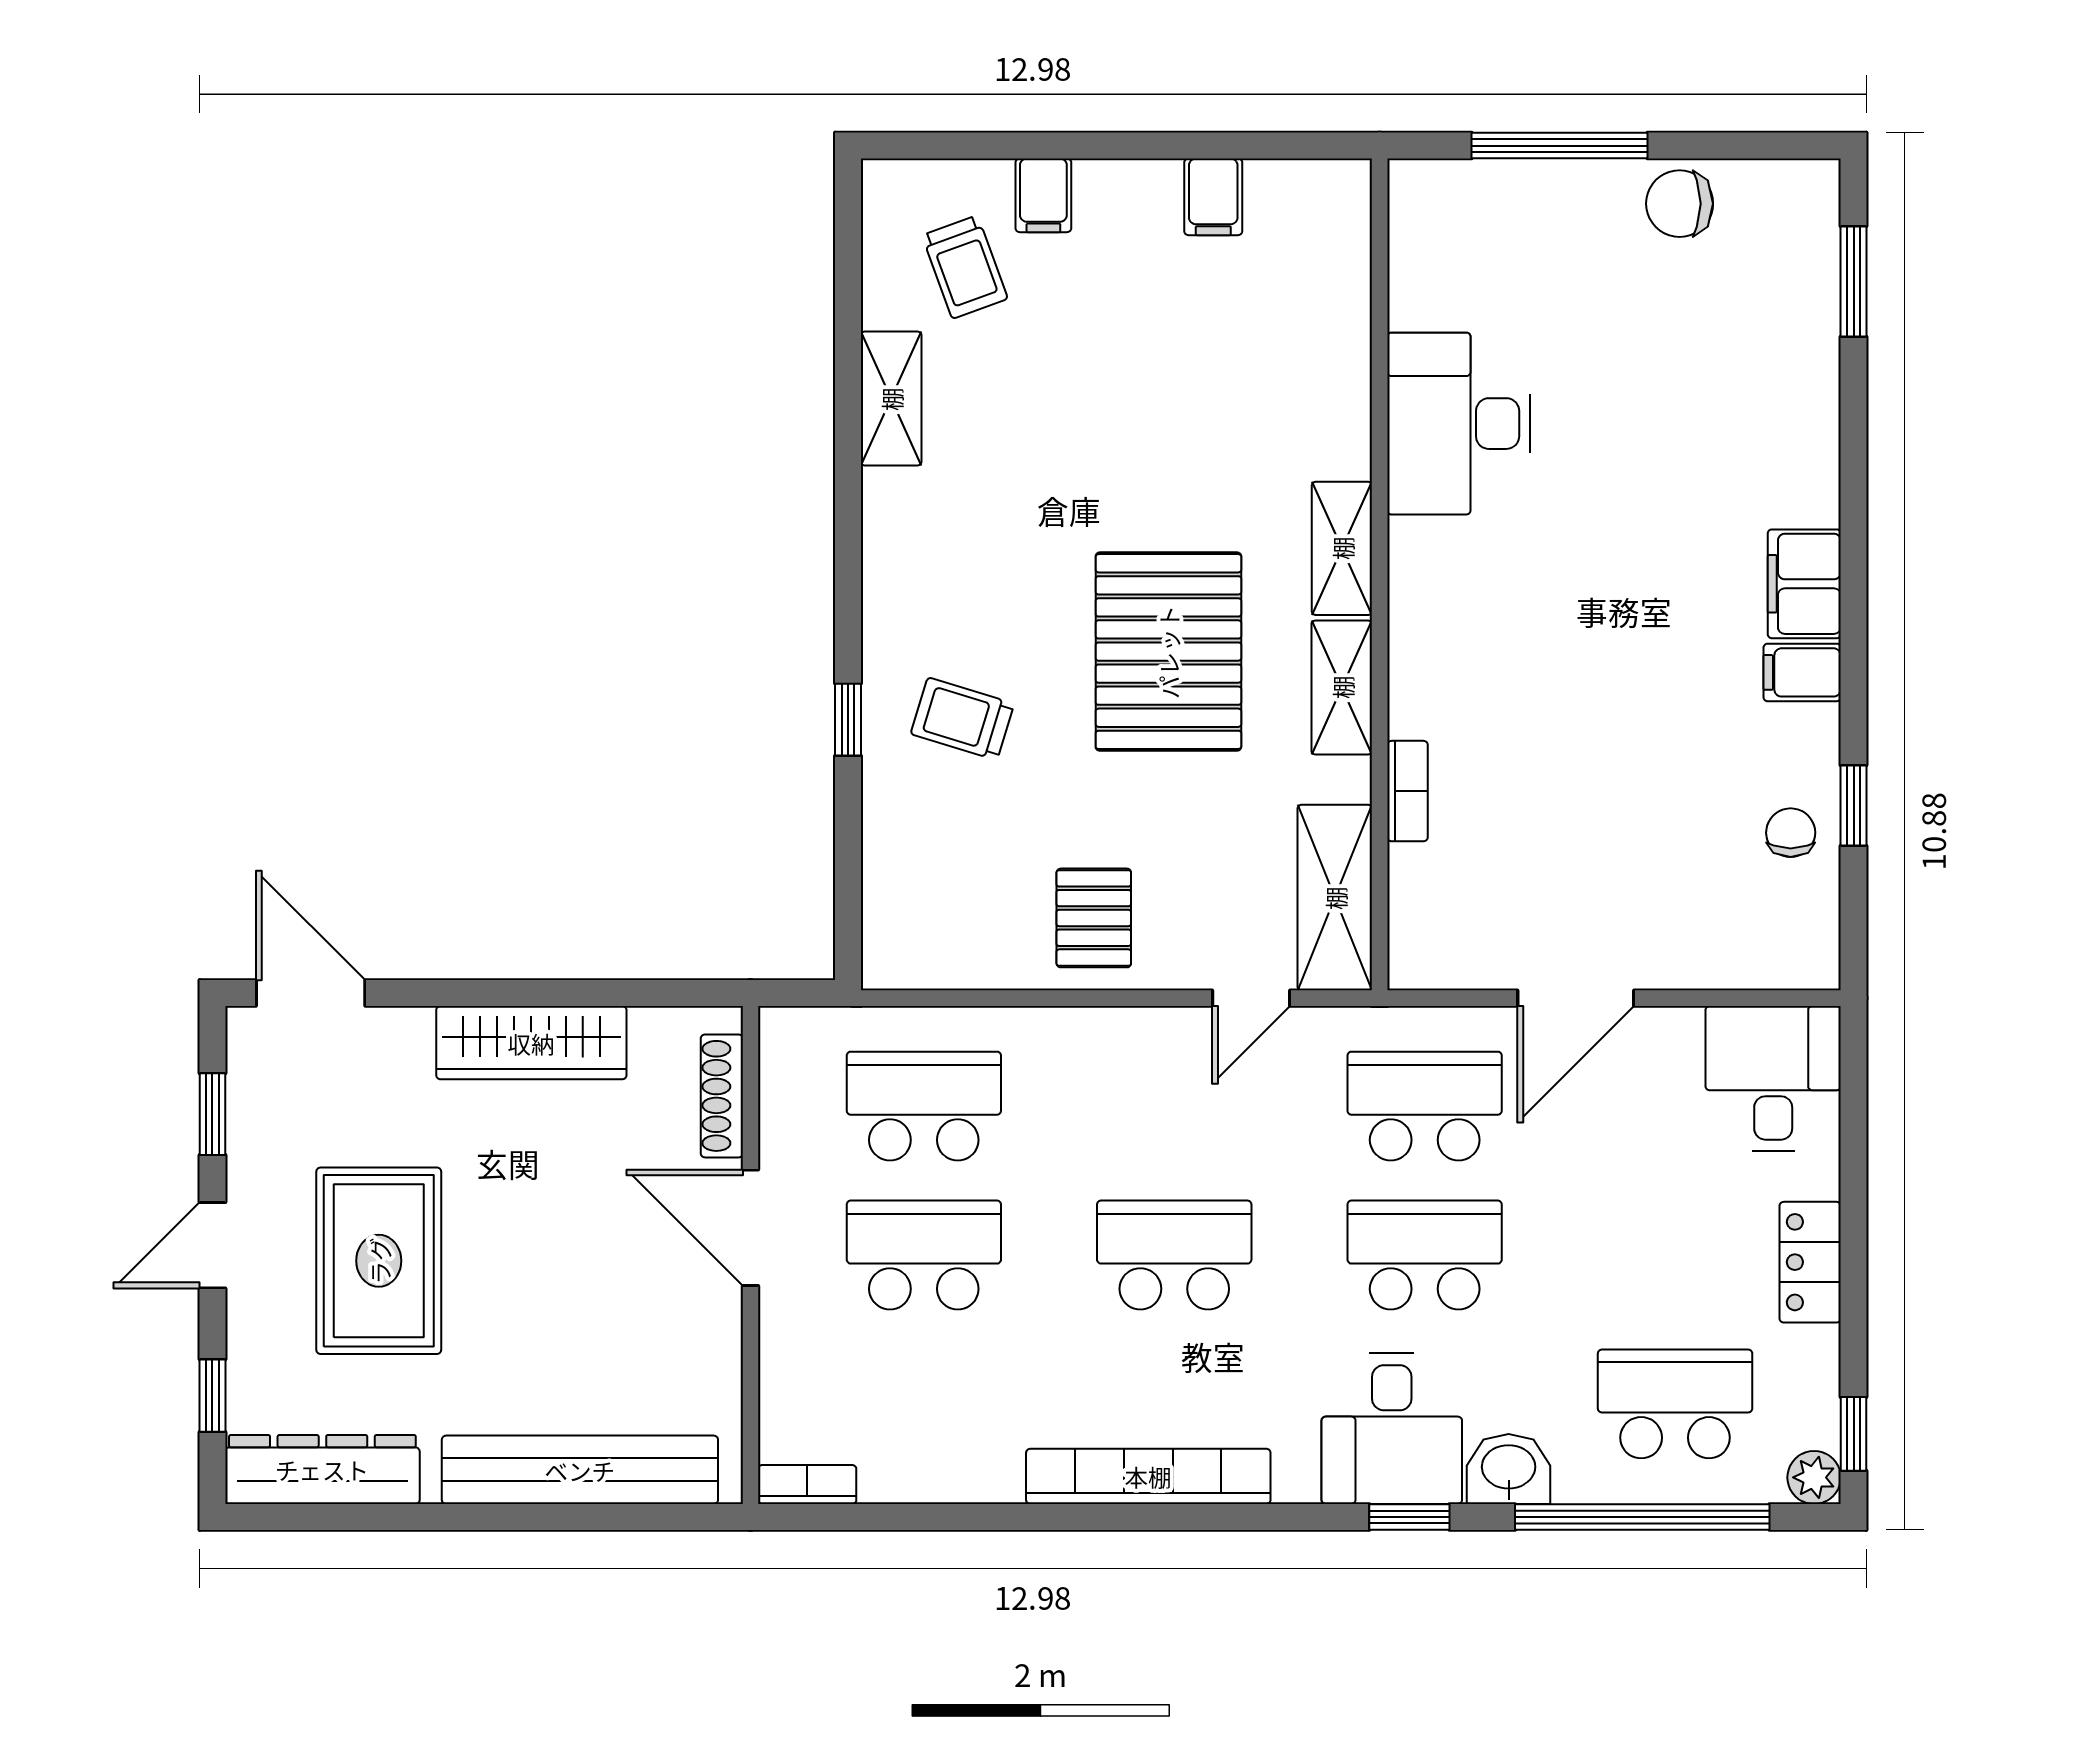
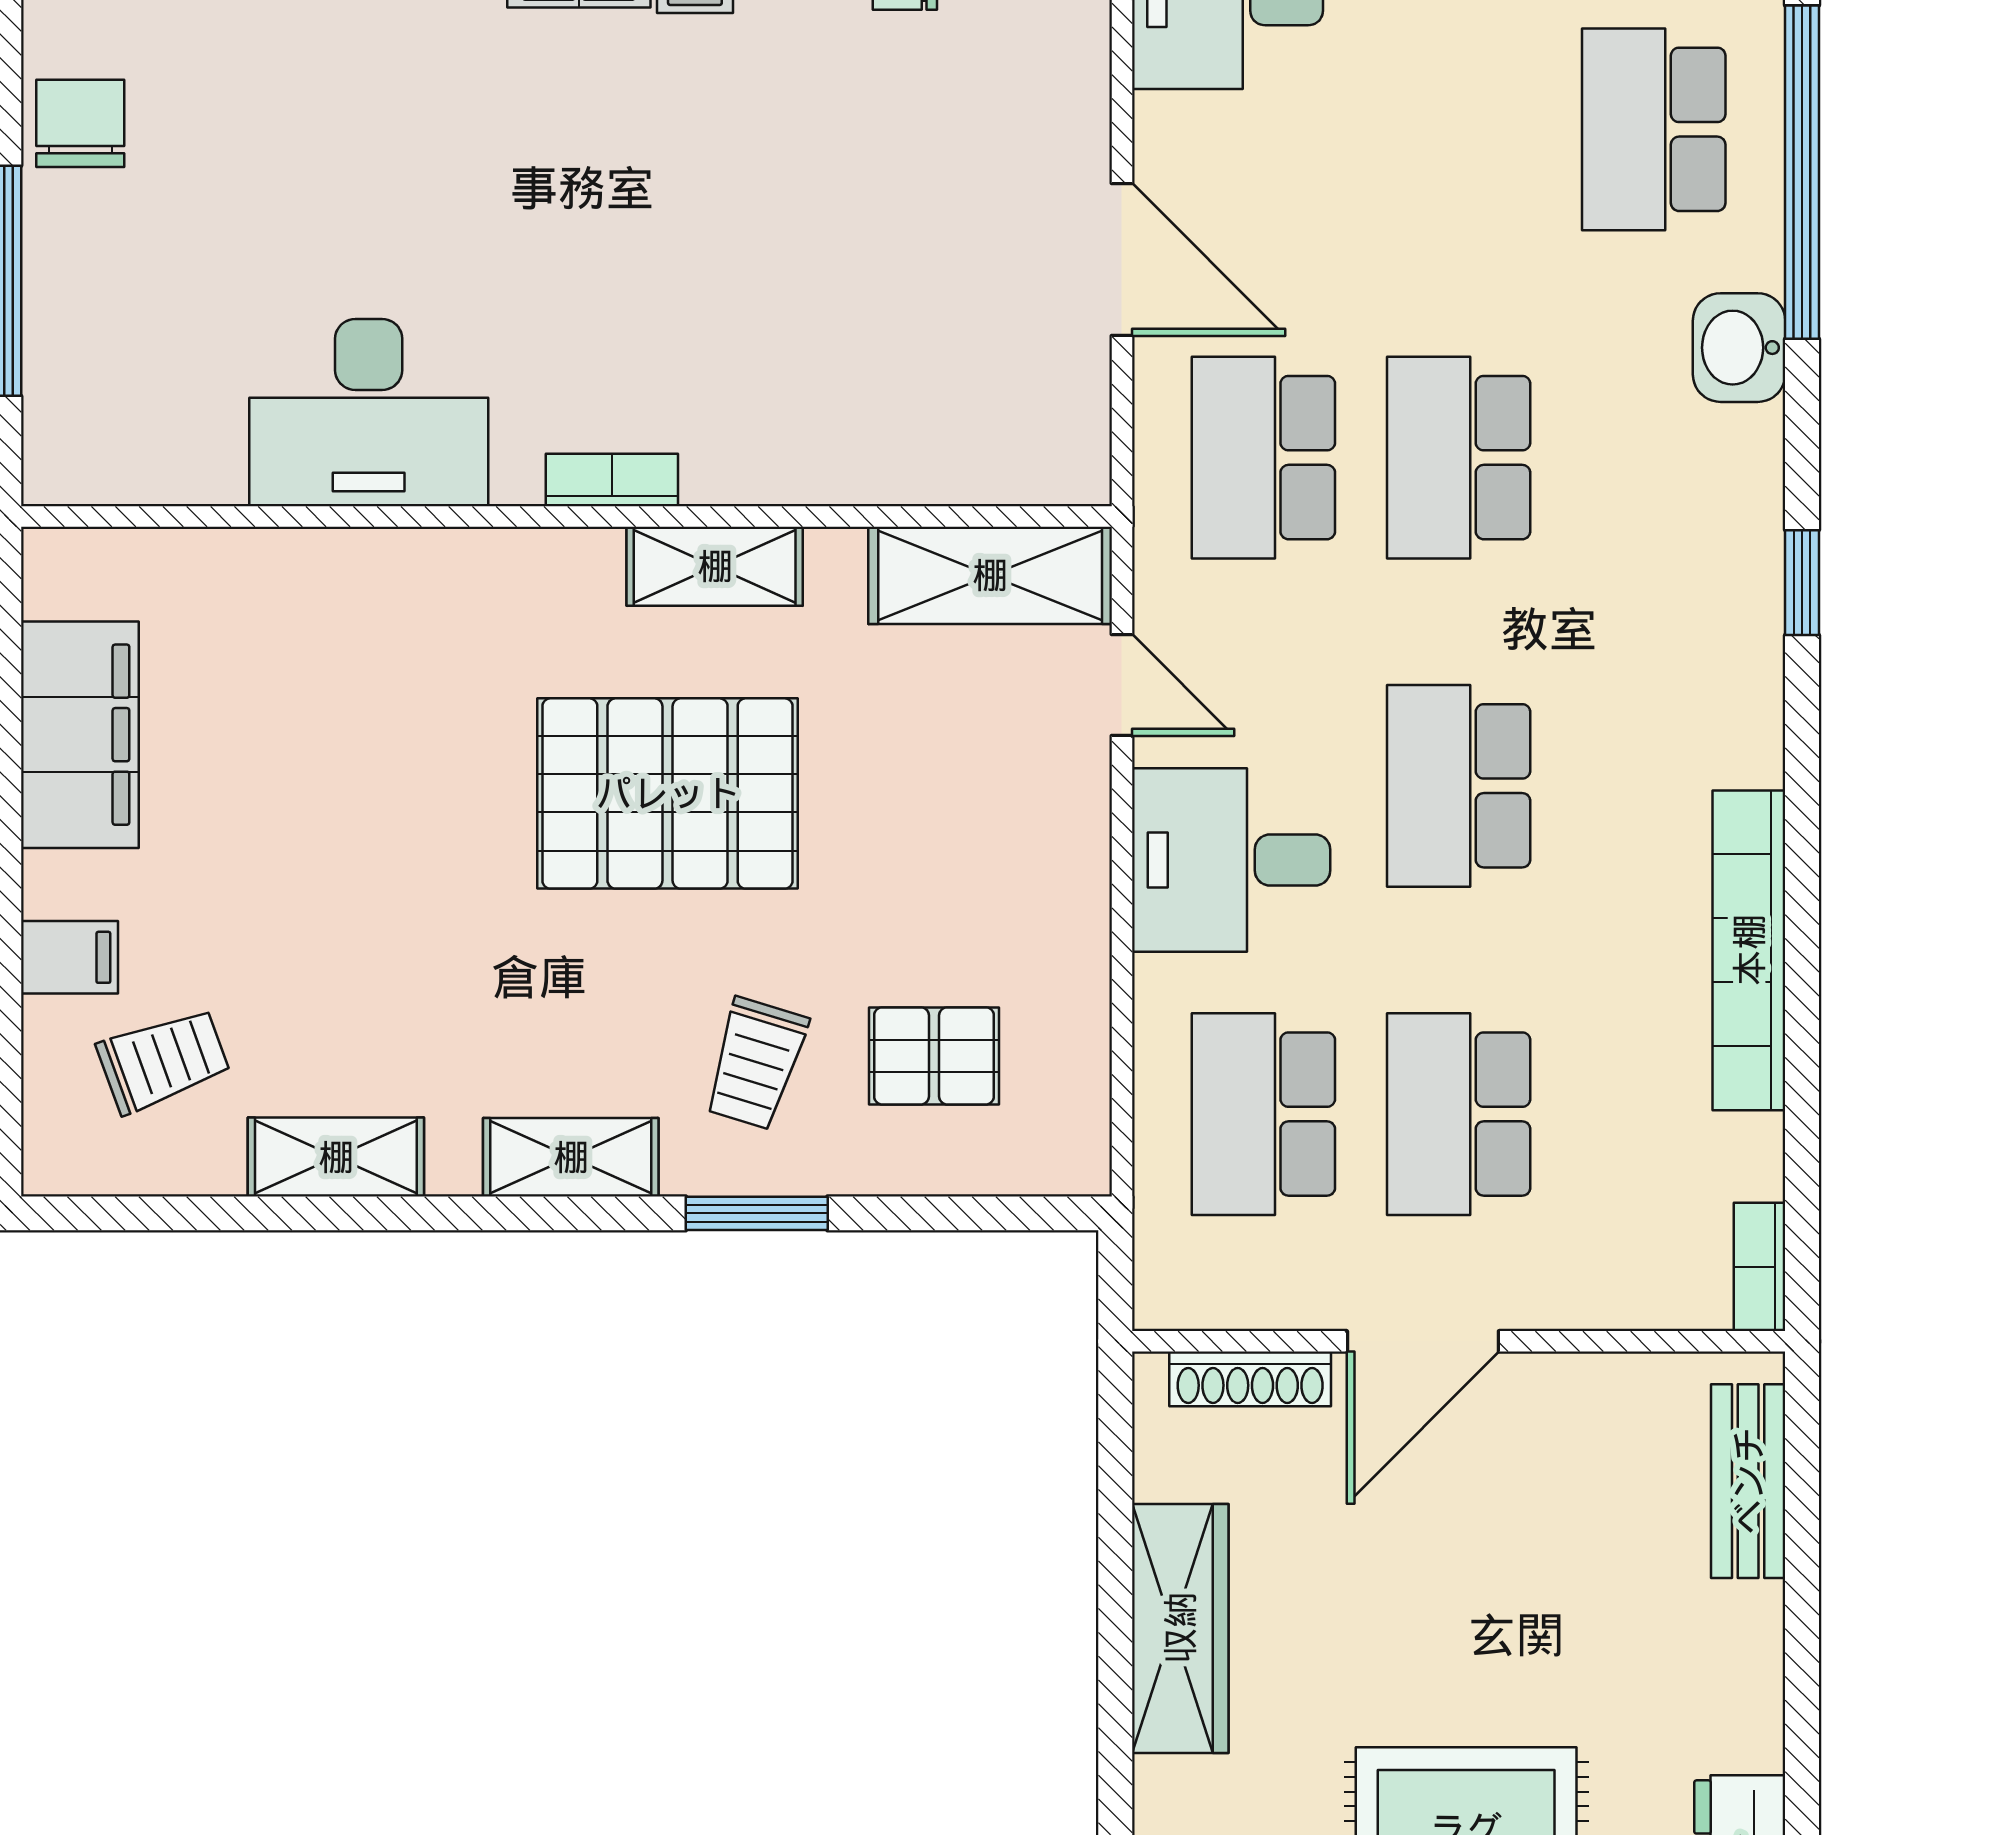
filing cabinet: (1213, 197) -> (80, 735), width x3.00, depth x1.17
chair: (1680, 204) -> (80, 123), turned 180
shelving: (1342, 548) -> (571, 1157), moved
window: (848, 720) -> (757, 1213), width x1.50
bookcase: (1408, 791) -> (612, 480), moved
pallet: (1094, 918) -> (934, 1056), moved
desk: (1392, 1429) -> (1231, 860), moved, turned 180
bench: (580, 1470) -> (1748, 1481), width x0.54, depth x0.82
bookcase: (1148, 1476) -> (1749, 950), moved
window: (1409, 1517) -> (1802, 583), moved

